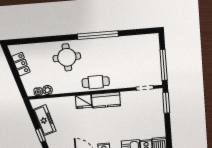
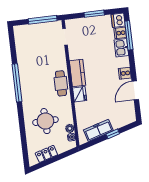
round table: (67, 57) -> (45, 121), moved
window: (166, 103) -> (94, 14), moved

